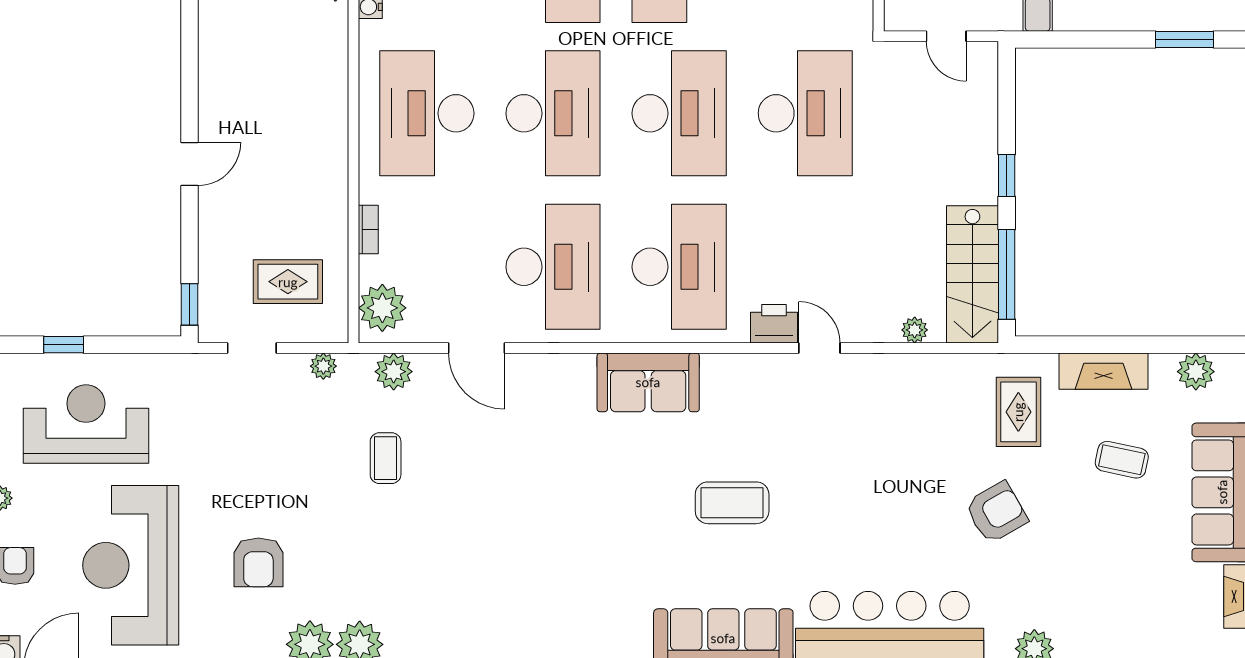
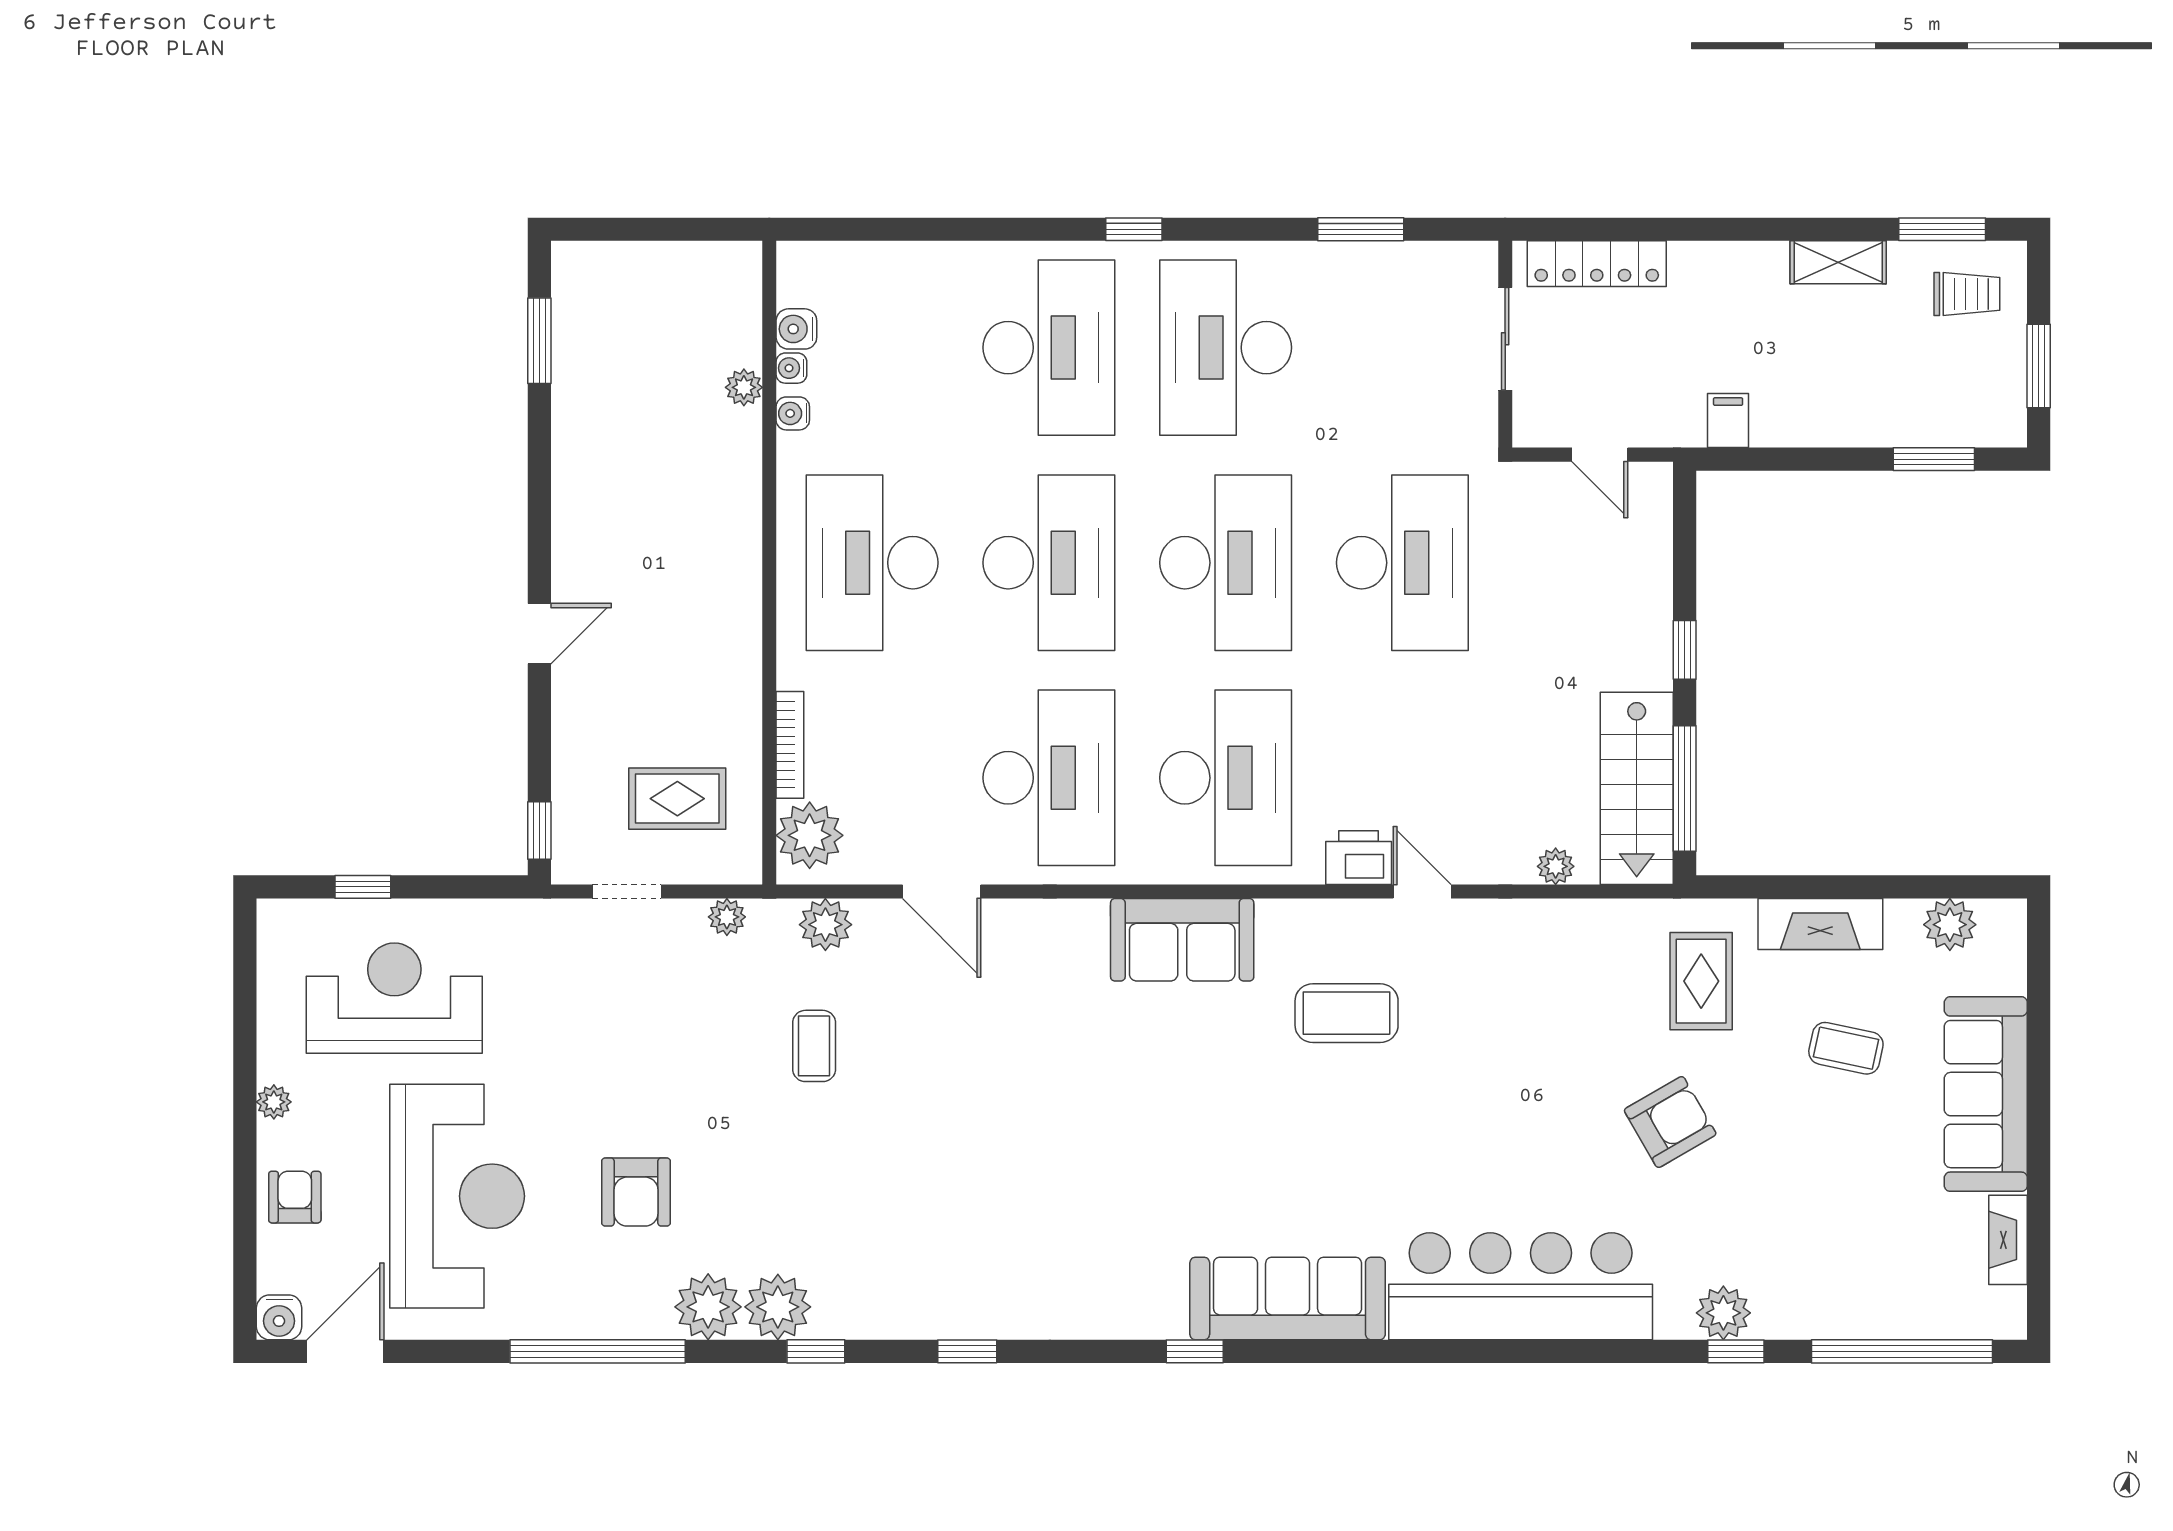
bookcase: (368, 229) -> (790, 745), width x1.56
coffee table: (732, 503) -> (1347, 1013), moved
reception desk: (131, 565) -> (457, 1196), turned 180

